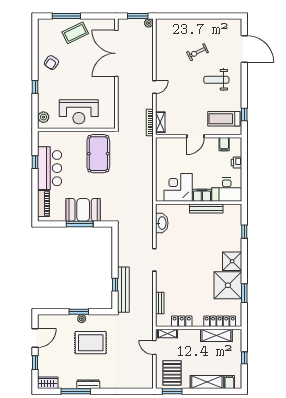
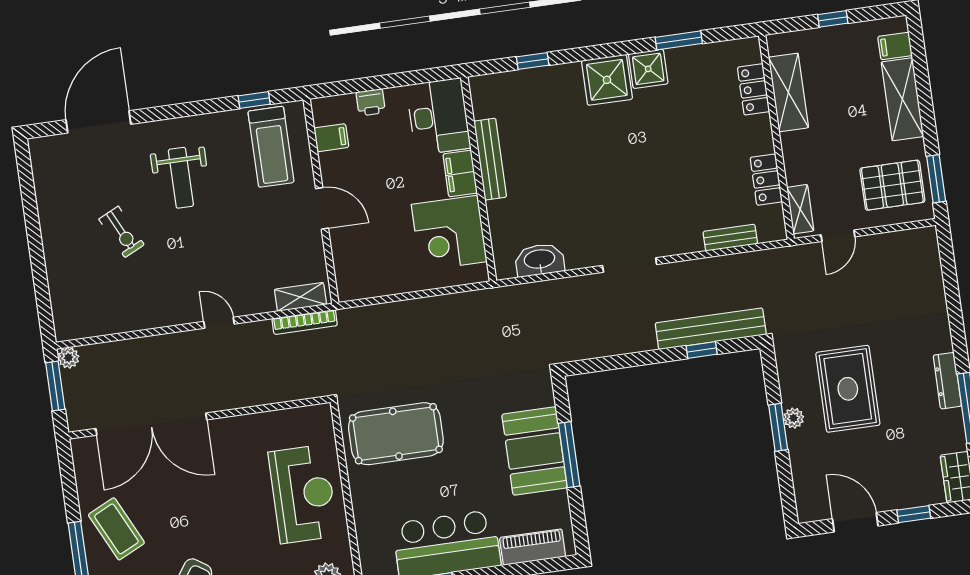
shower: (228, 285) -> (648, 69), width x0.54, depth x0.54
locker: (220, 321) -> (754, 89), width x0.66

